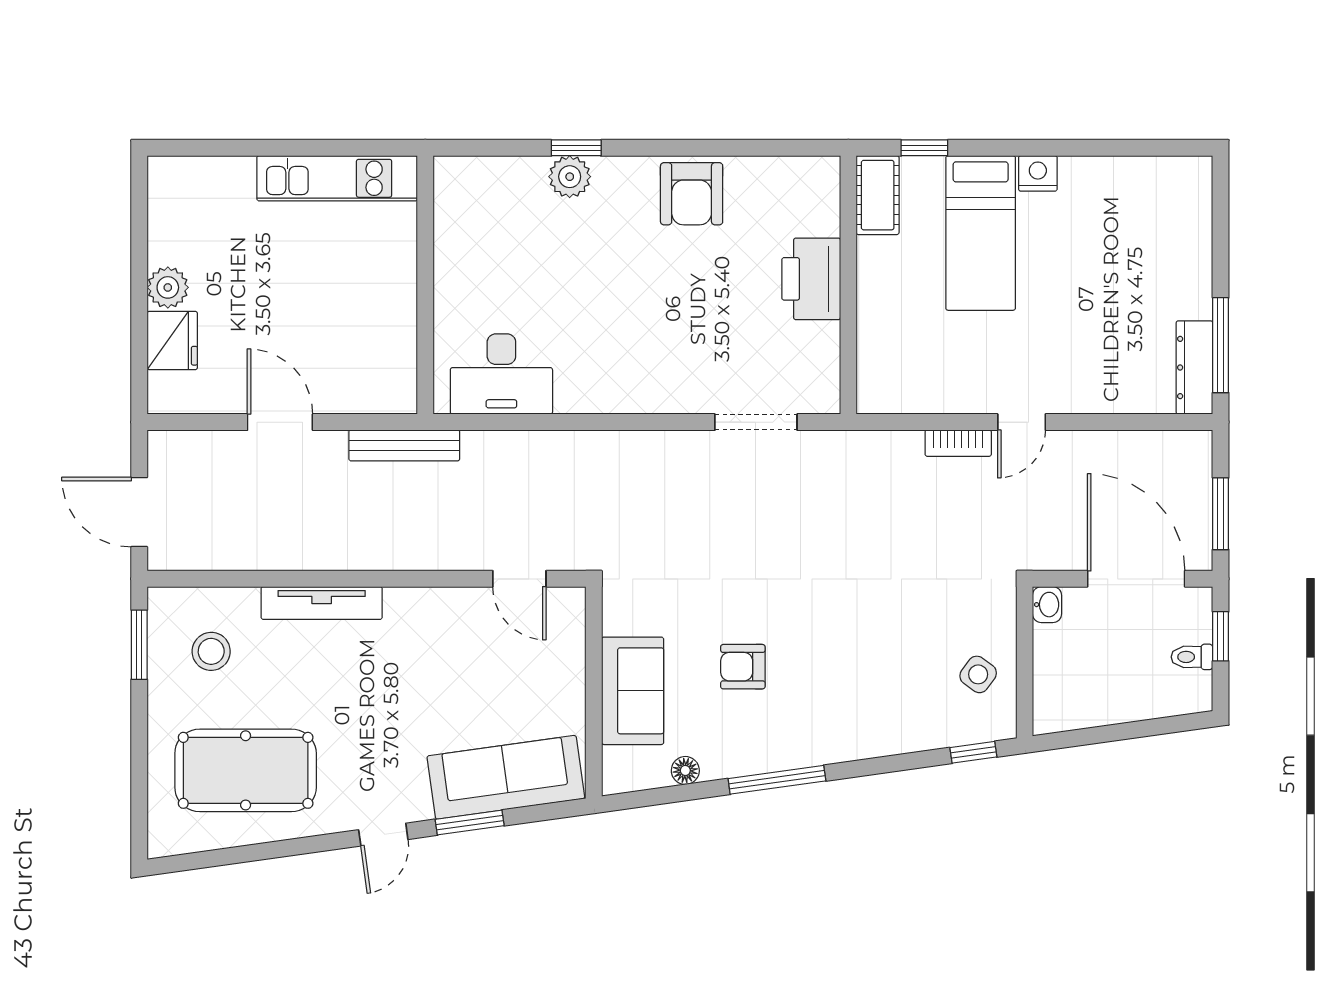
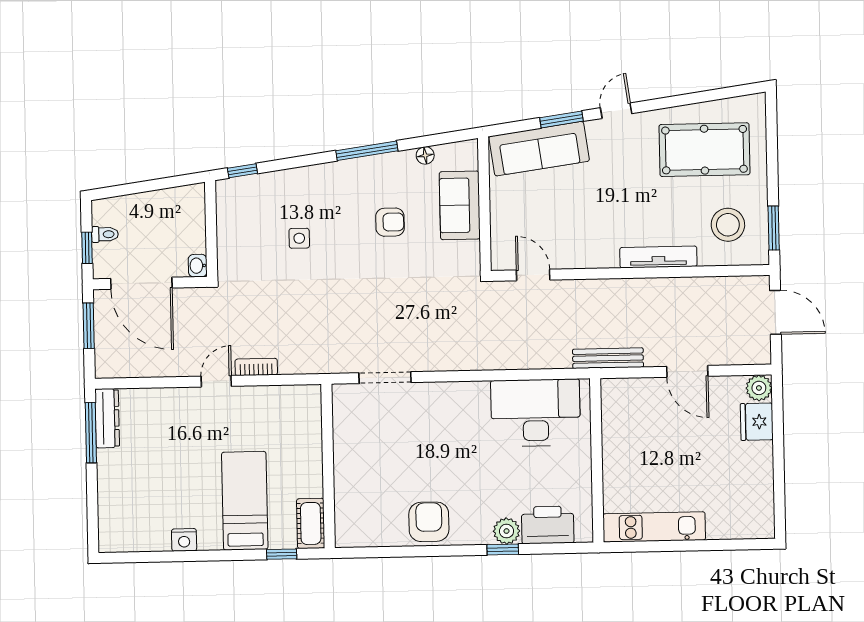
nightstand: (1038, 173) -> (184, 540), moved
printer: (811, 279) -> (548, 525), moved, turned -90
plant: (168, 287) -> (759, 388), moved
desk: (501, 374) -> (536, 413), width x1.36, depth x1.30
stool: (211, 651) -> (728, 225), width x1.38, depth x1.38
side table: (978, 674) -> (299, 238), moved, turned -36

